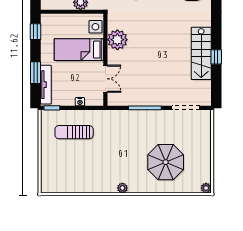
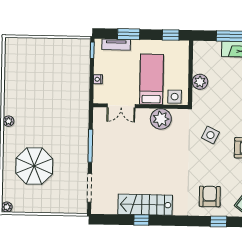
tv unit: (46, 85) -> (116, 45), width x0.71
sun lounger: (74, 132) -> (67, 73), removed

